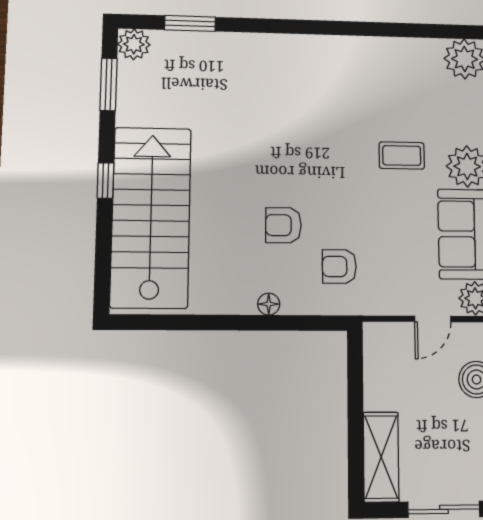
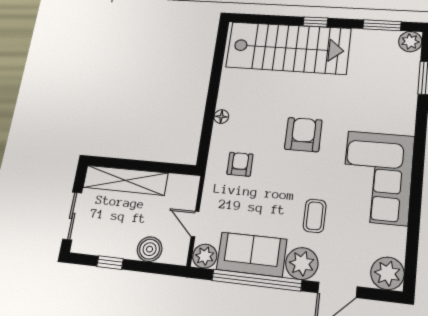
corner sofa: (340, 78) -> (377, 178), added
armchair: (283, 225) -> (303, 135), moved, width x1.38, depth x1.38
shelving: (381, 457) -> (125, 180), width x1.47

